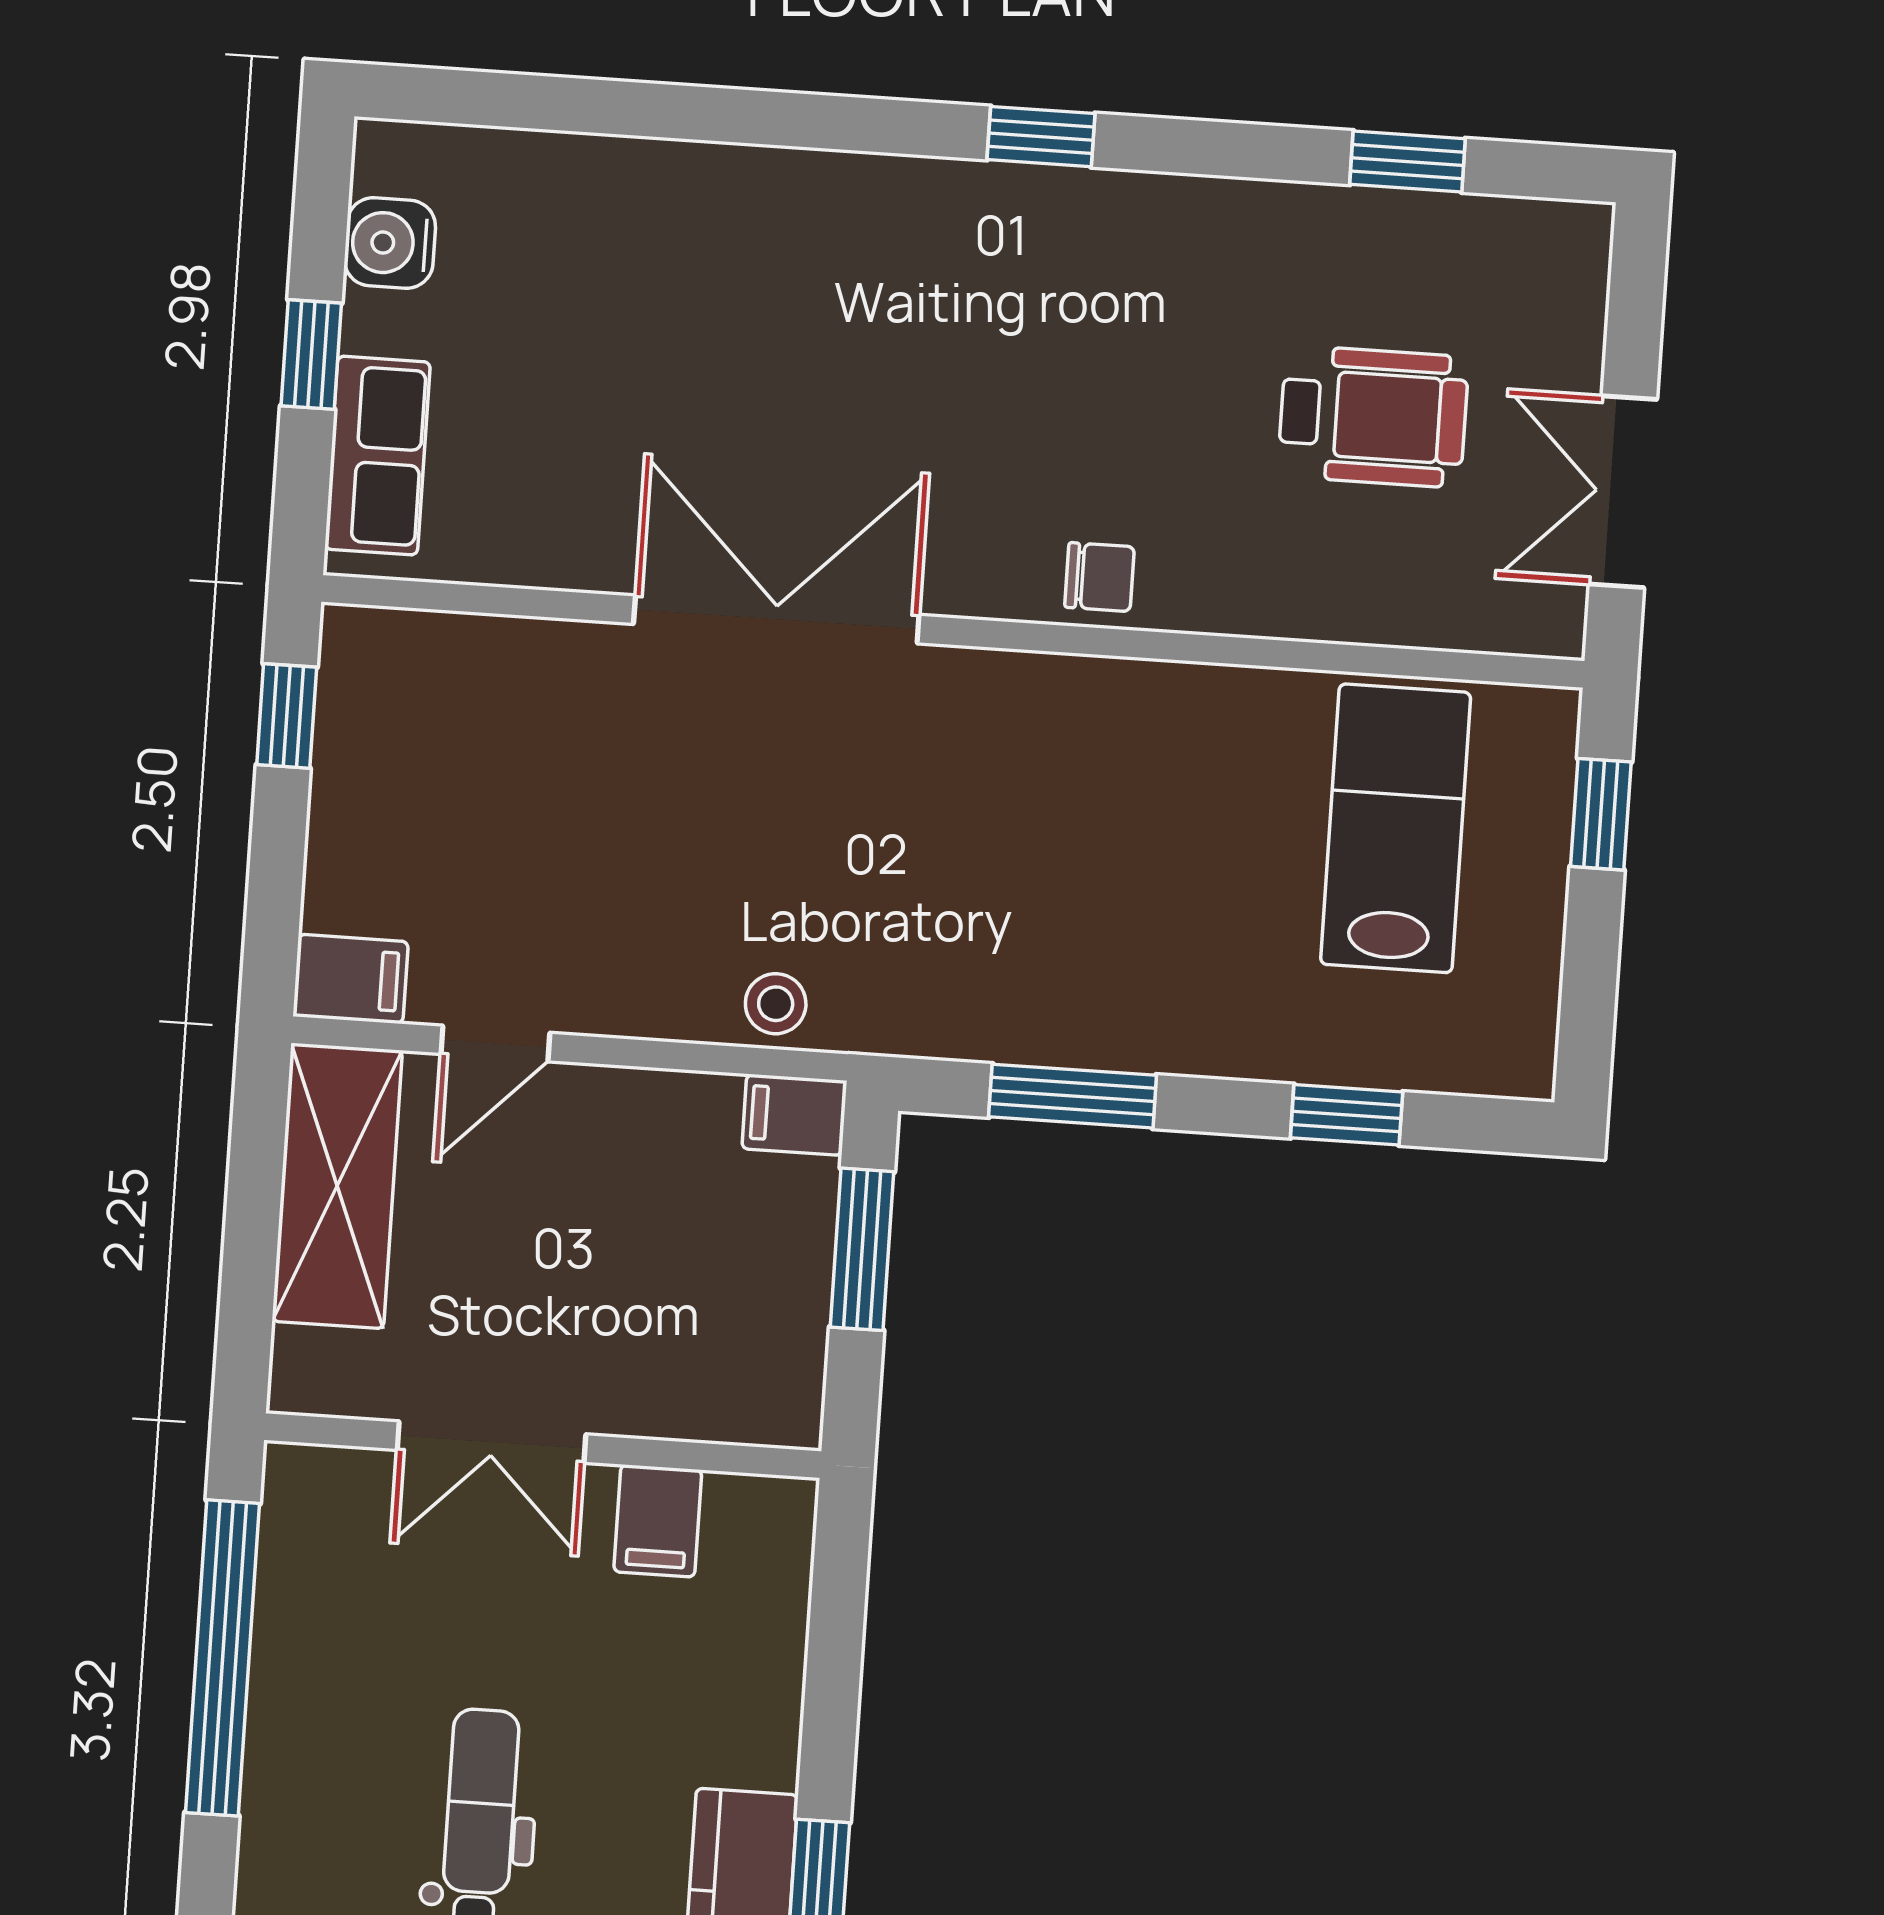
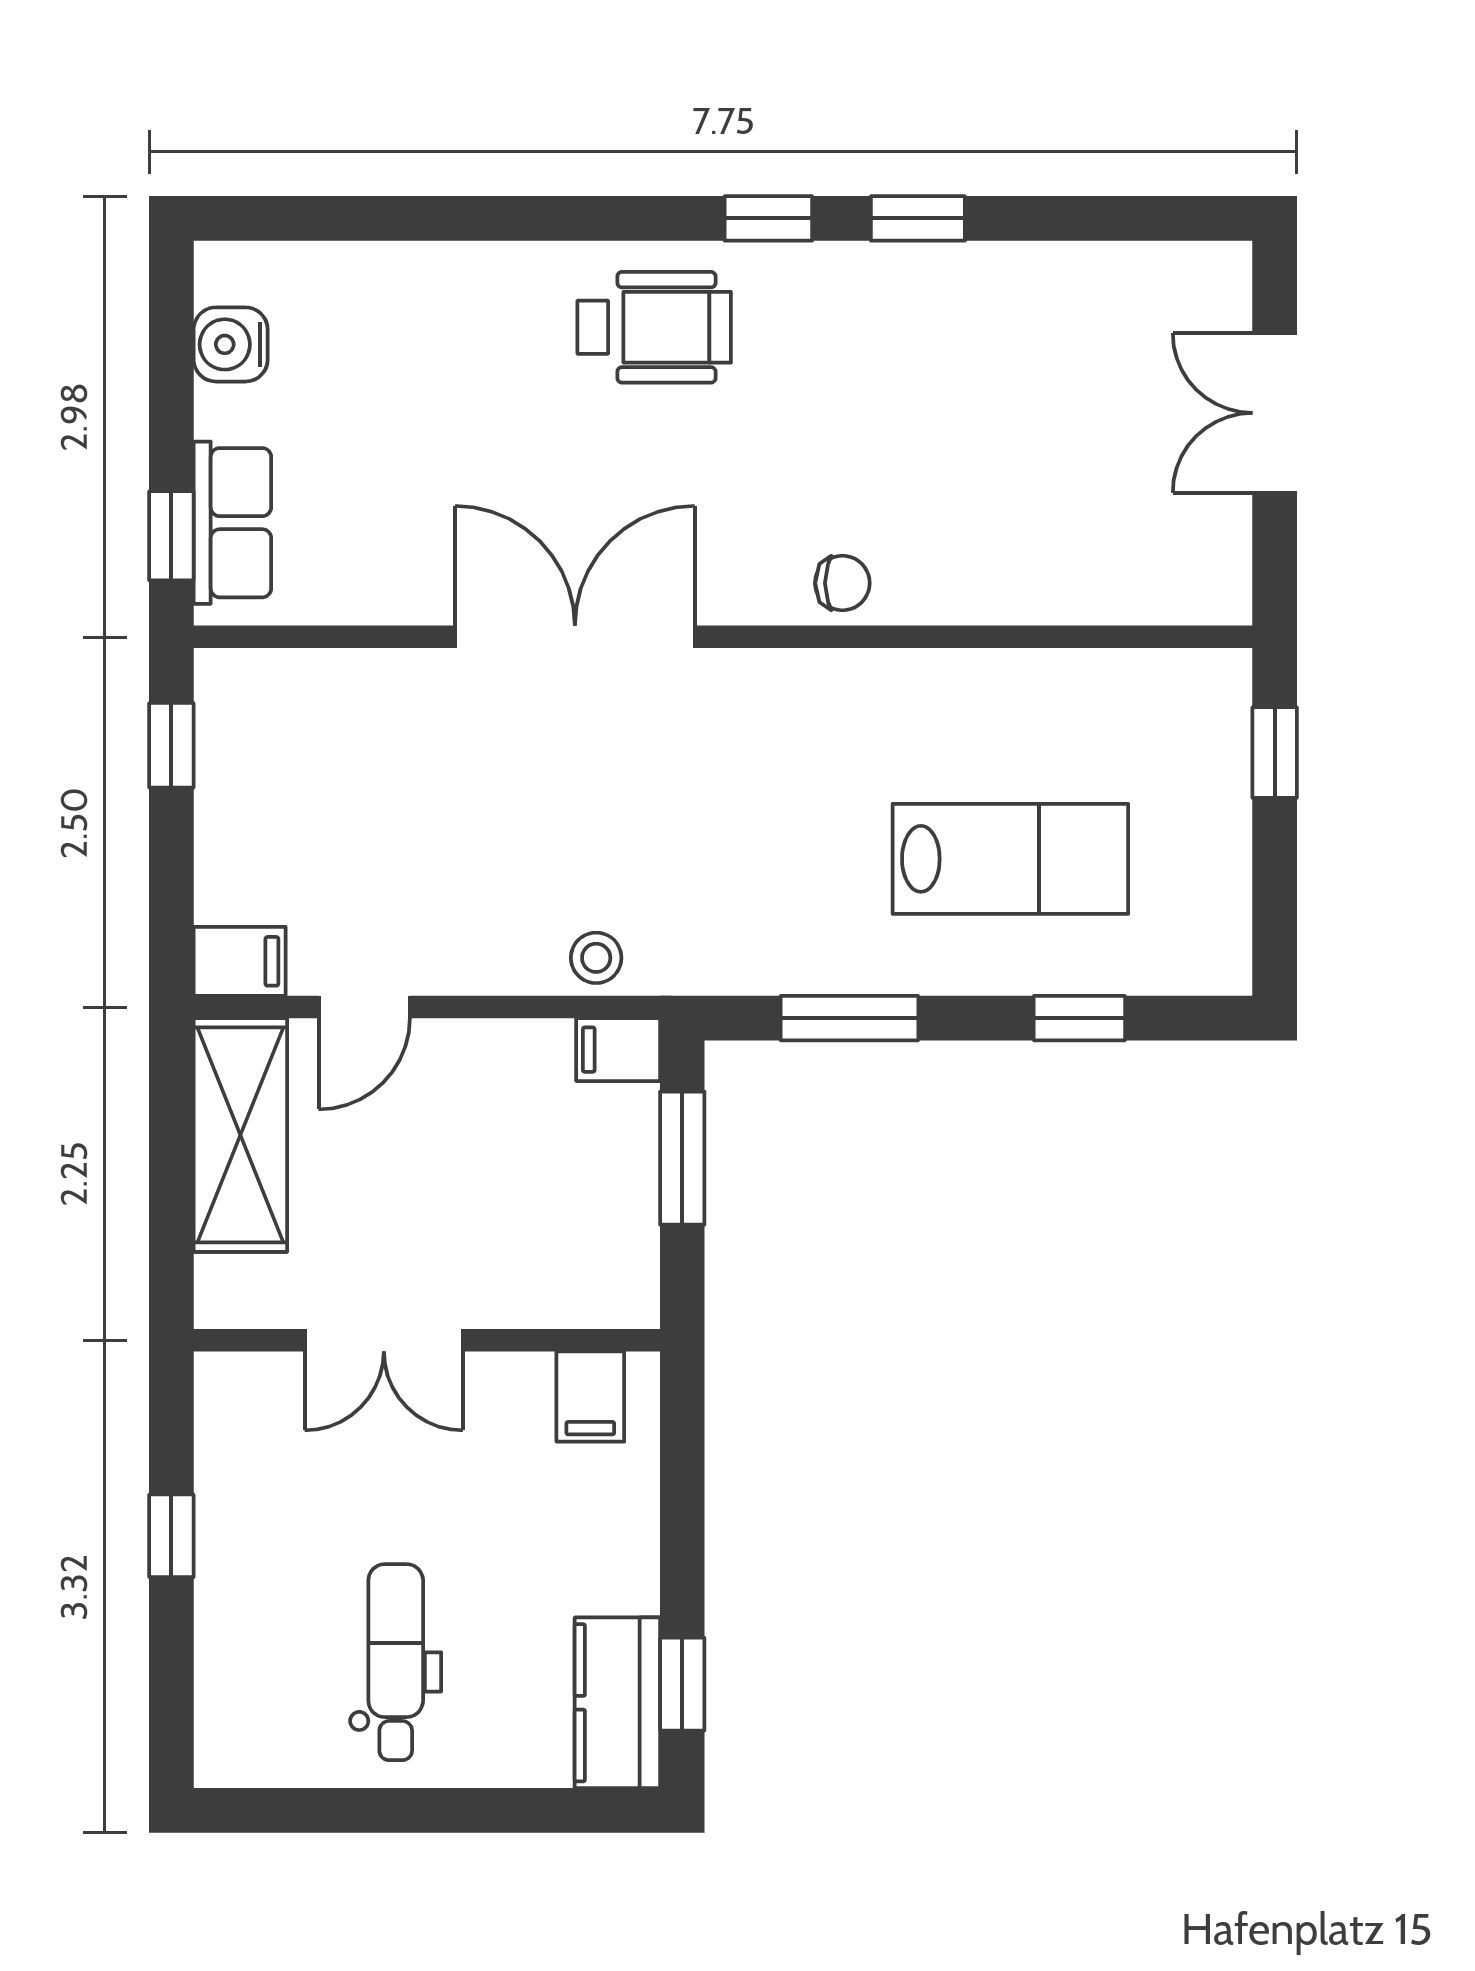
window: (1407, 162) -> (918, 218), moved
window: (311, 354) -> (171, 536), moved
wheelchair: (1373, 416) -> (654, 327), moved
double door: (1623, 492) -> (1275, 413), moved
lab bench: (1396, 828) -> (1010, 859), moved, turned 90
filing cabinet: (658, 1521) -> (590, 1397), moved
window: (222, 1658) -> (171, 1536), width x0.32

